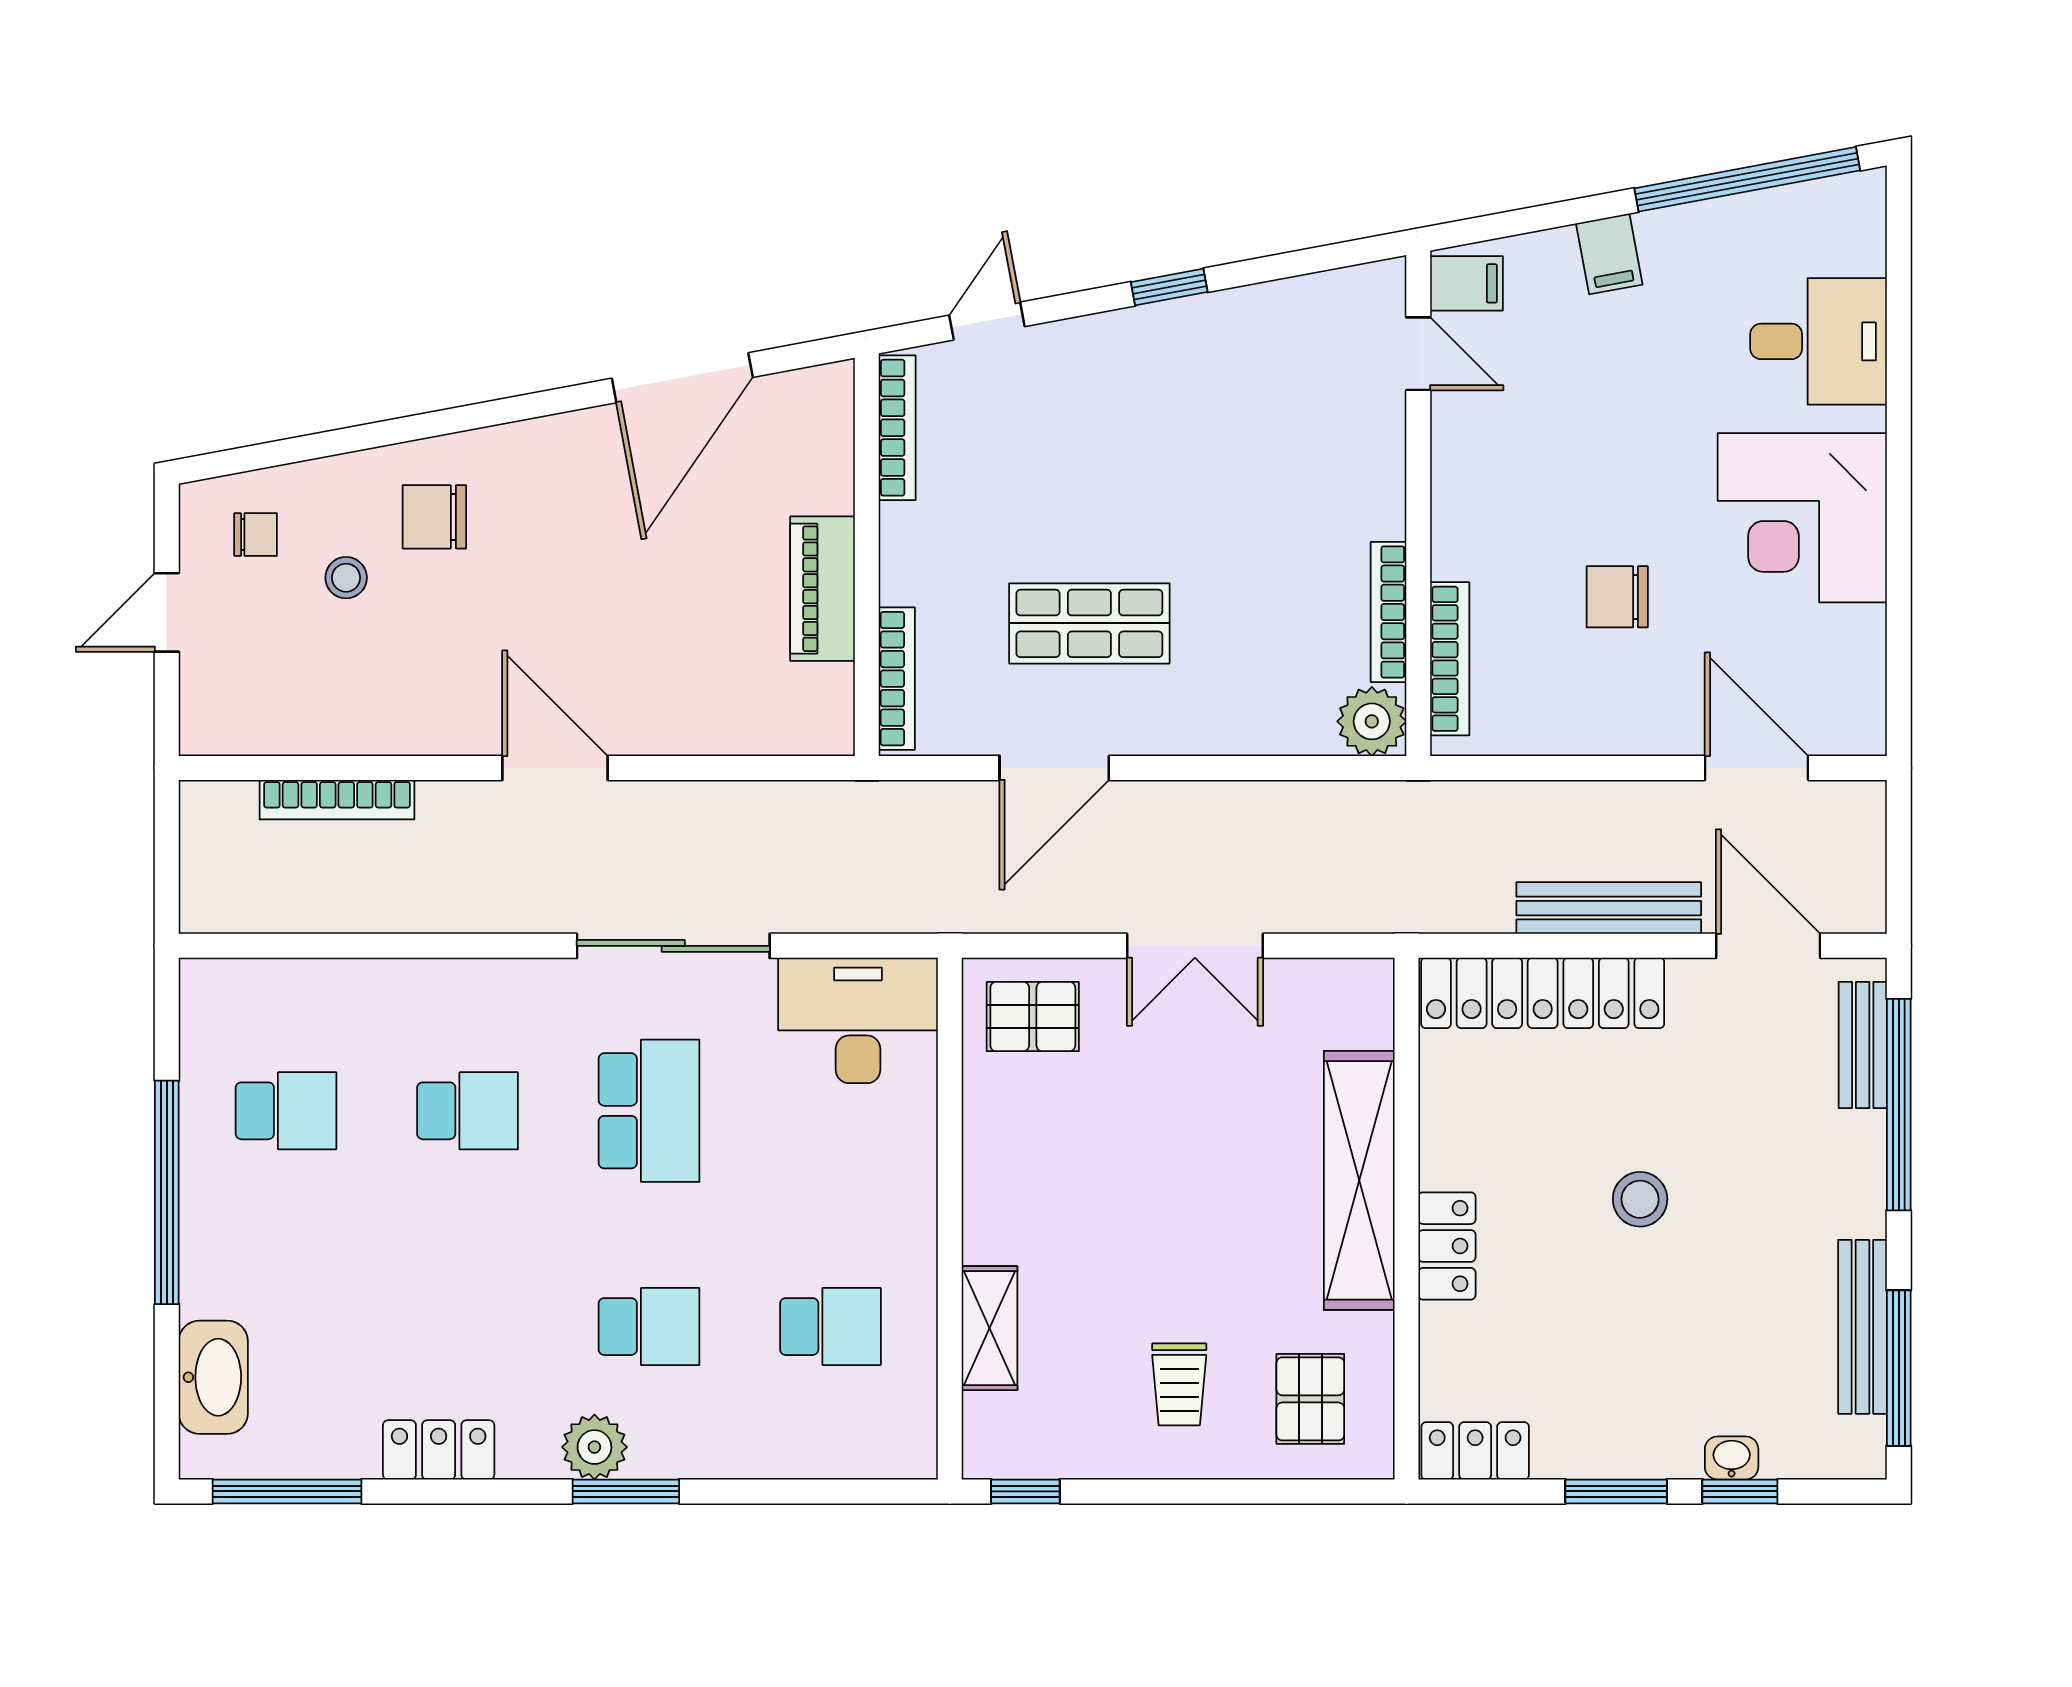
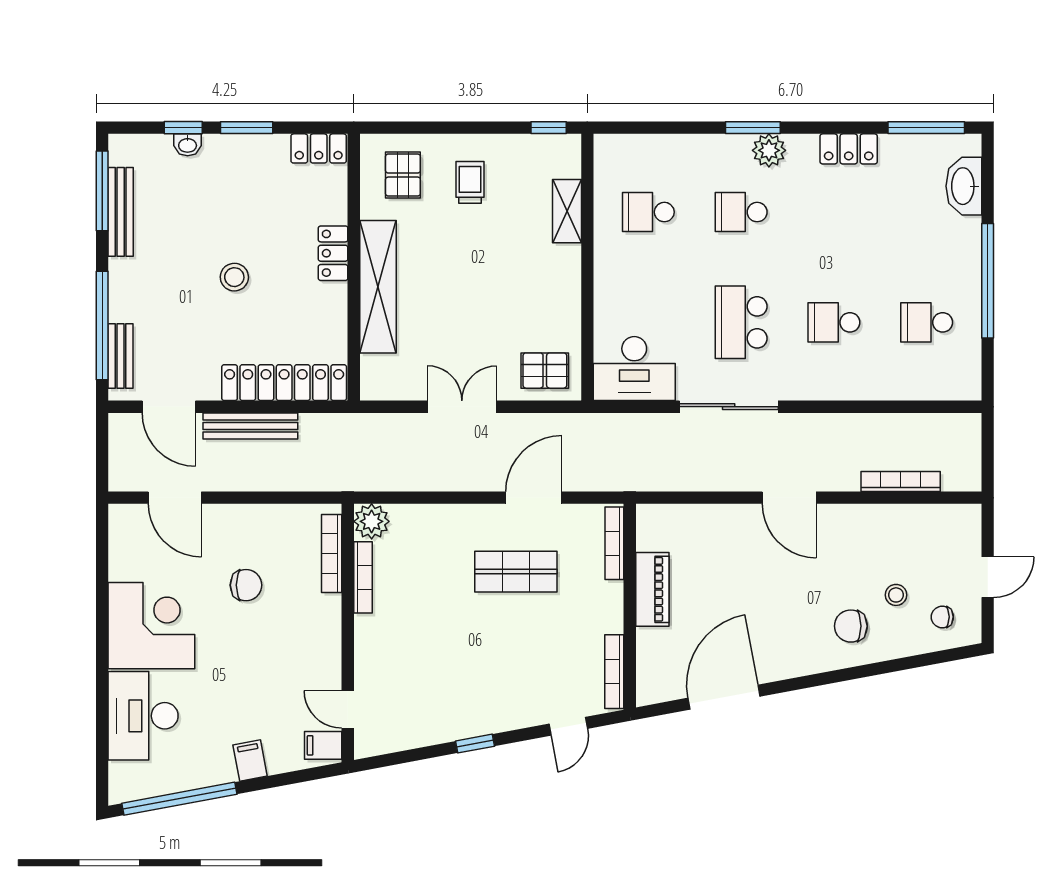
desk: (1819, 341) -> (143, 716), width x1.37
chair: (434, 517) -> (851, 626), turned 180

